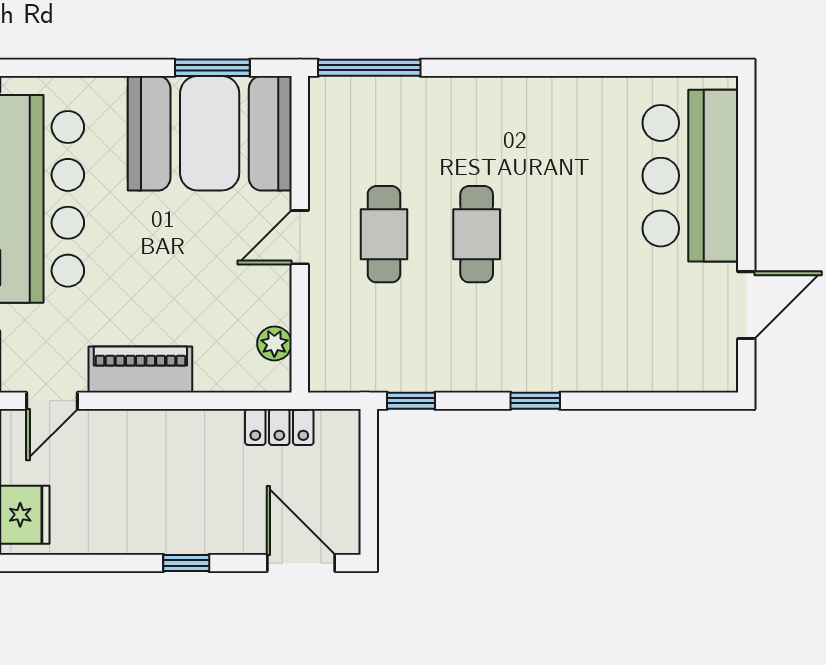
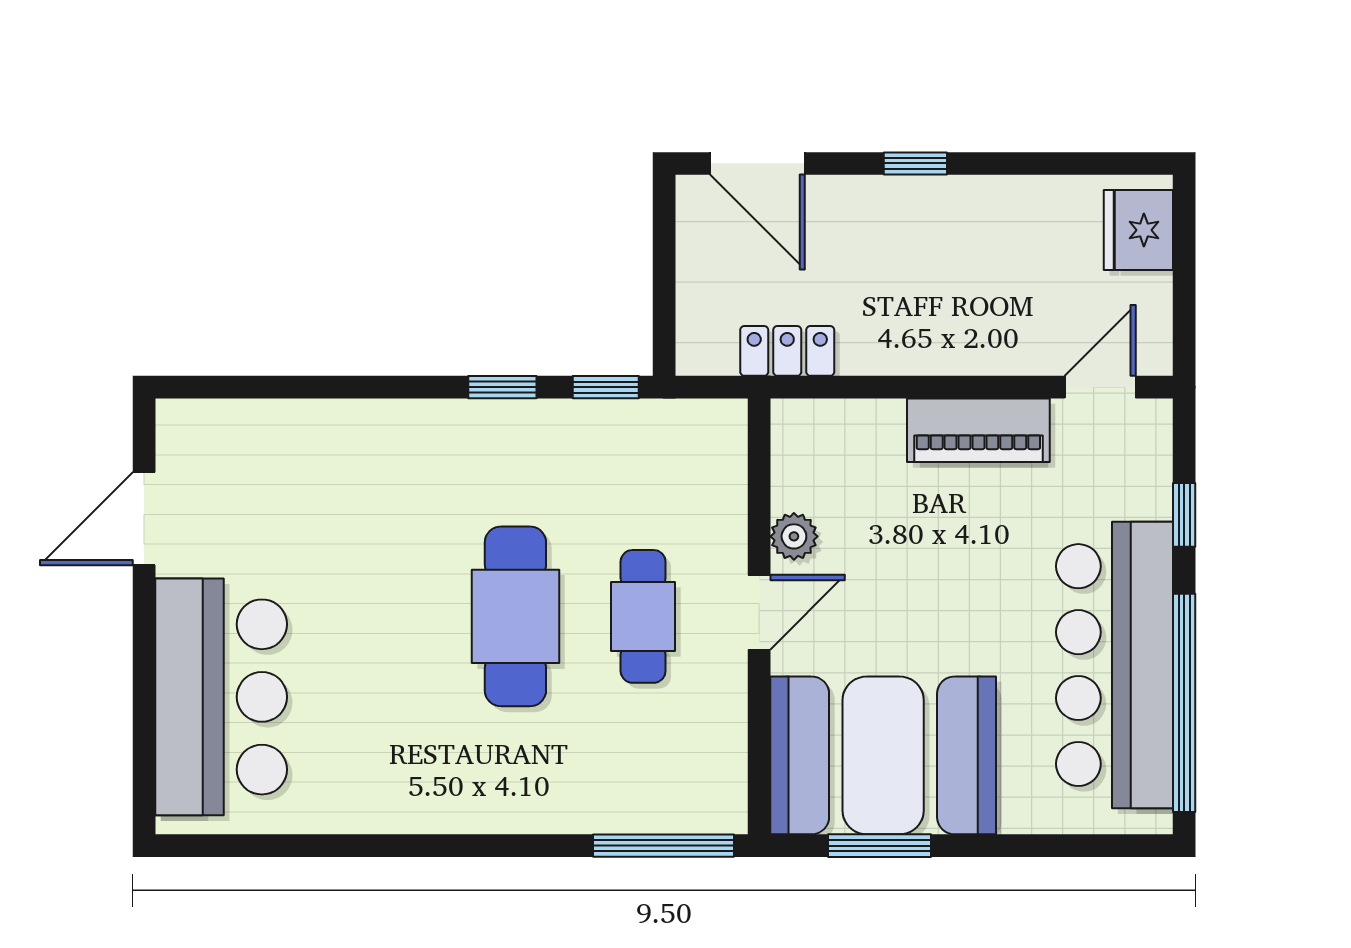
cafe table: (477, 234) -> (515, 616), width x1.37, depth x1.35
plant: (274, 343) -> (794, 536), moved
window: (535, 401) -> (502, 387), moved

